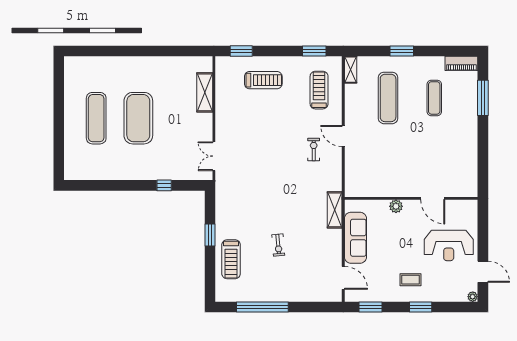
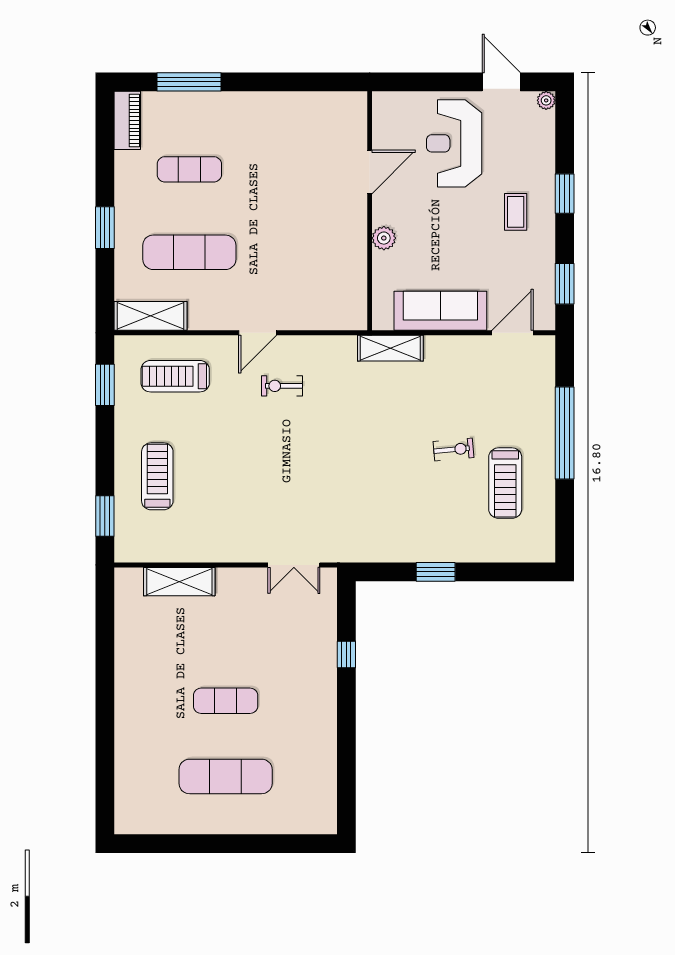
shelving: (351, 70) -> (151, 316), width x1.50, depth x1.33
exercise mat: (138, 118) -> (226, 701), width x0.50, depth x0.69
reception desk: (449, 245) -> (454, 143), turned 180
treadmill: (231, 259) -> (505, 483), moved, turned 90
door: (483, 272) -> (501, 82), hinge flipped
window: (262, 307) -> (565, 433), moved

